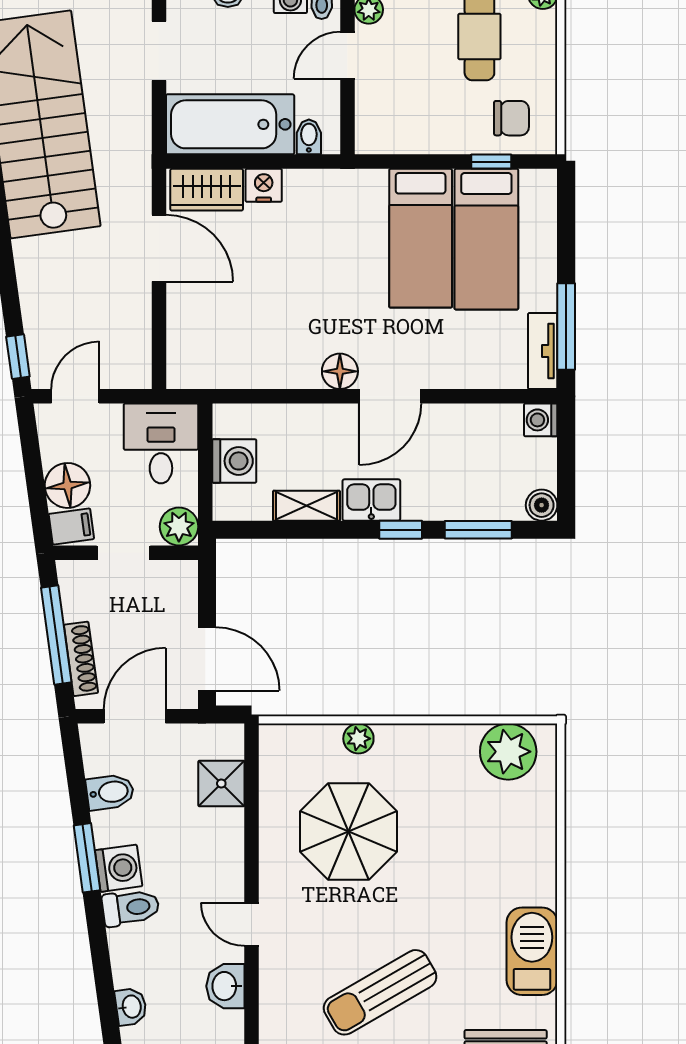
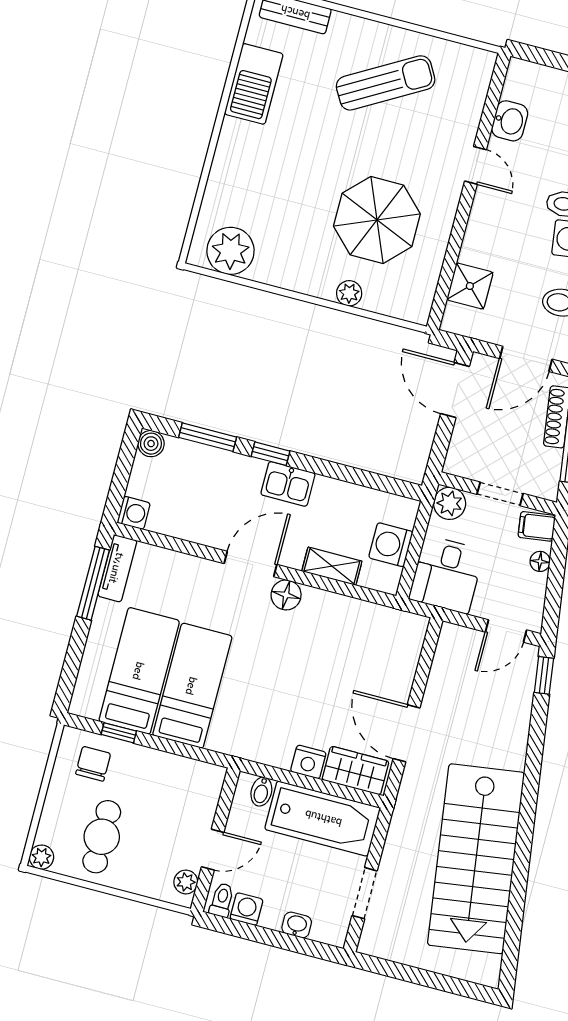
chair: (511, 118) -> (93, 764), turned 90
floor lamp: (67, 485) -> (540, 561), width x0.53, depth x0.53
shelving: (307, 506) -> (332, 566), moved

